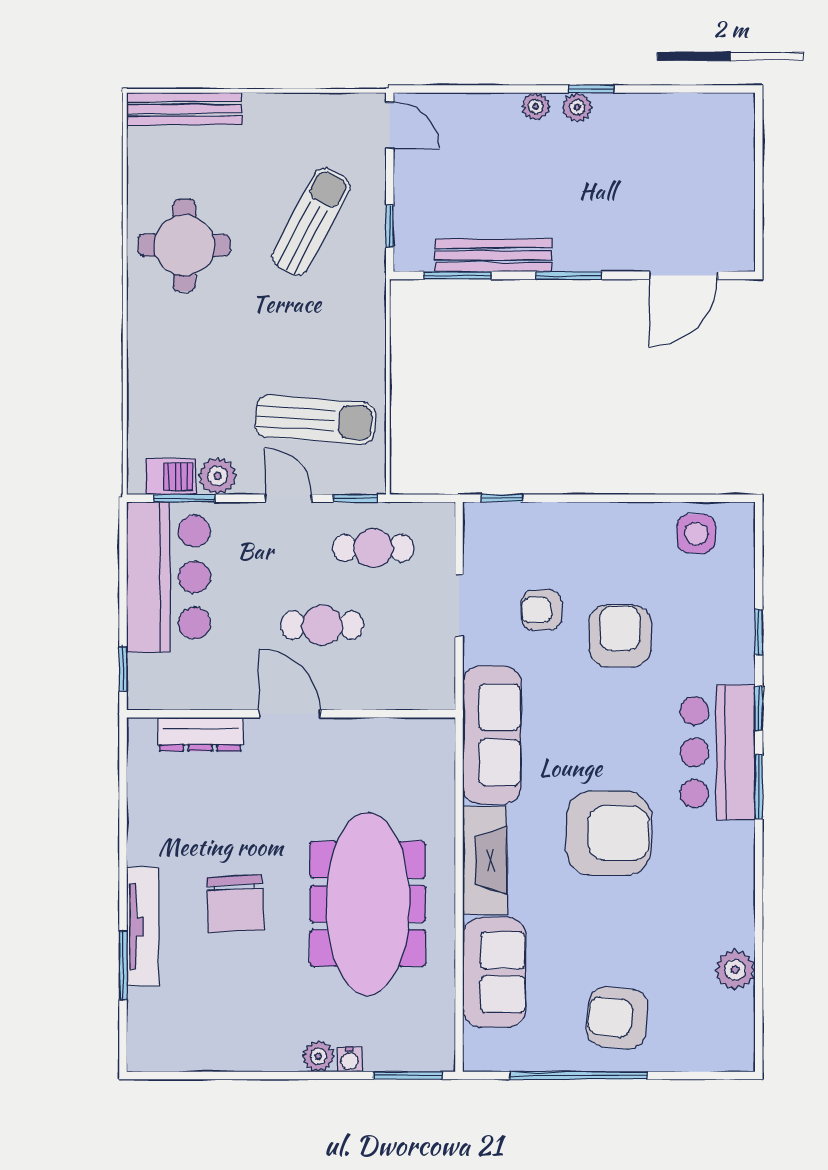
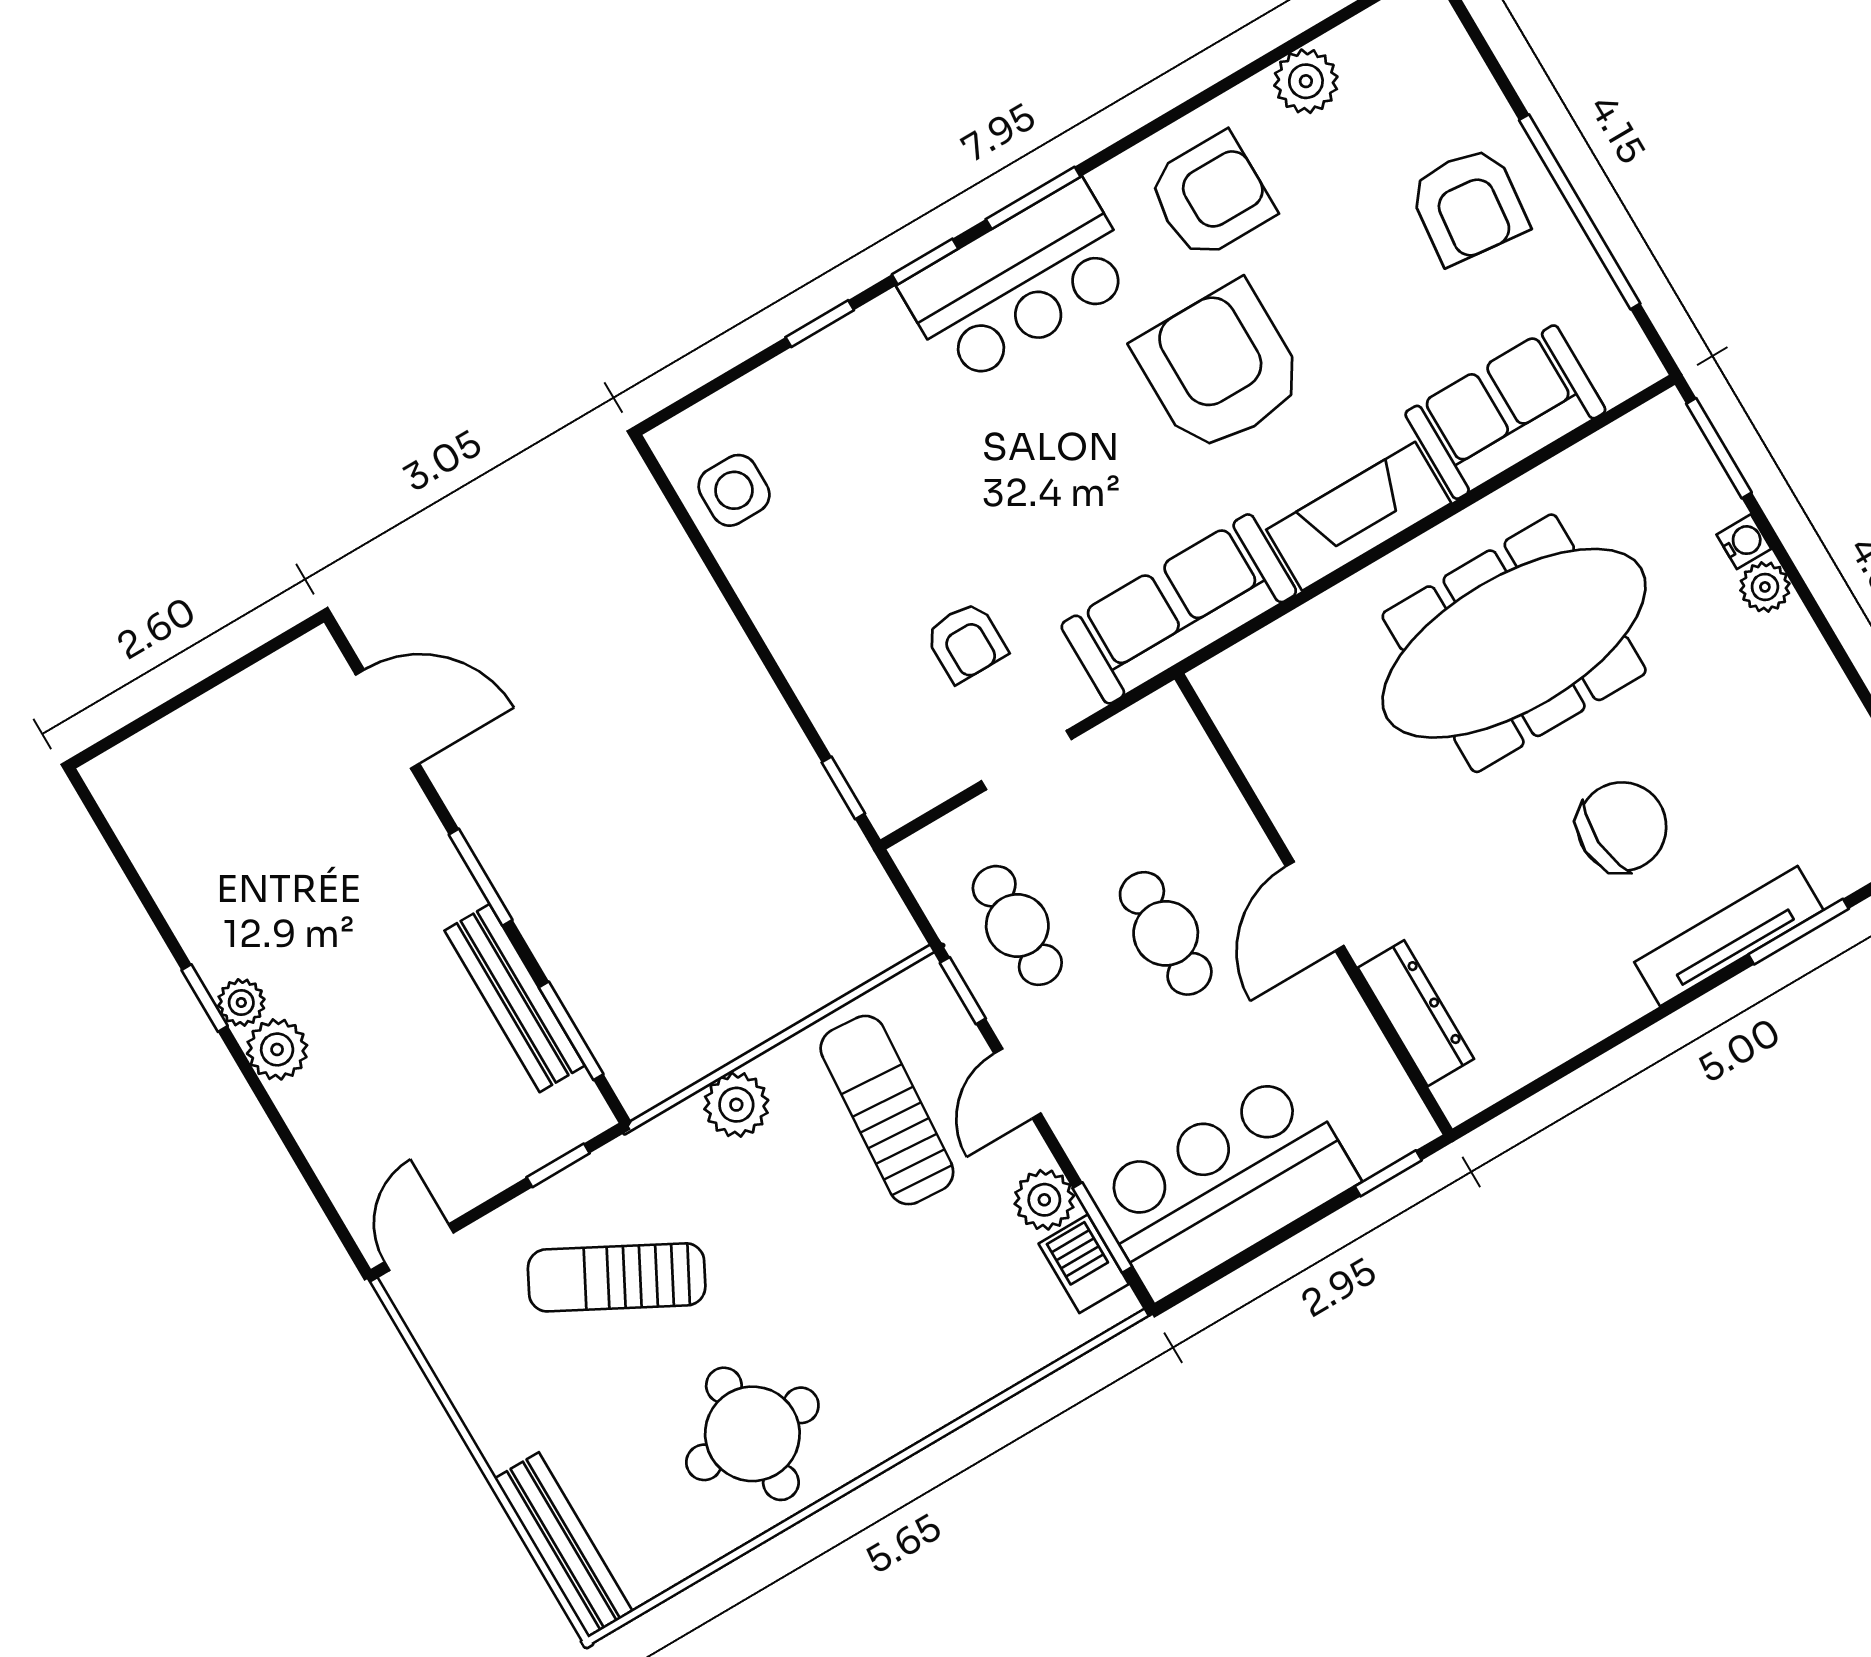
plant: (536, 106) -> (277, 1049), width x1.38, depth x1.38
plant: (366, 341) -> (736, 1105), added
armchair: (620, 636) -> (1211, 196), moved, turned 180

